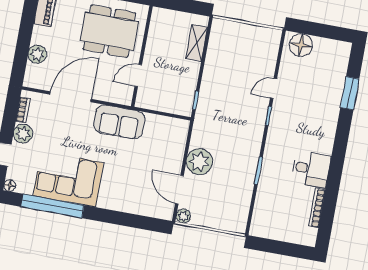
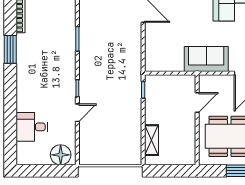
window: (350, 93) -> (10, 49), moved
plant: (199, 162) -> (130, 37), removed
desk: (311, 169) -> (32, 127), moved

